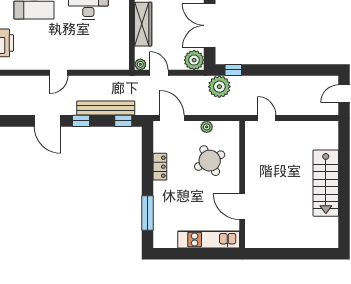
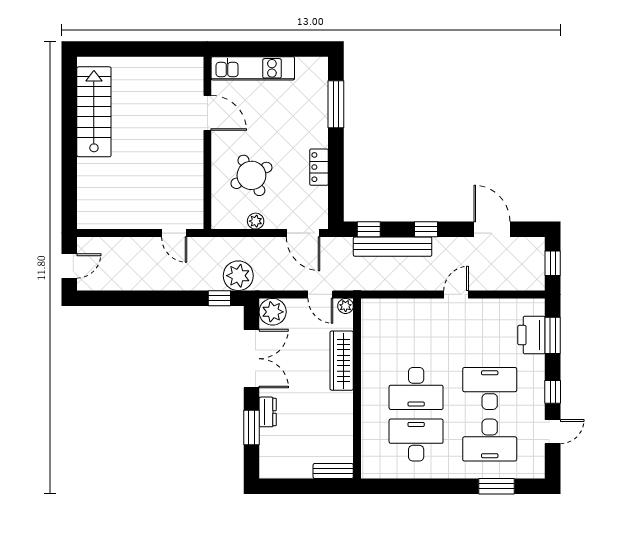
door: (47, 121) -> (492, 229), moved
stairs: (326, 183) -> (94, 112), moved

